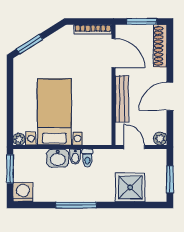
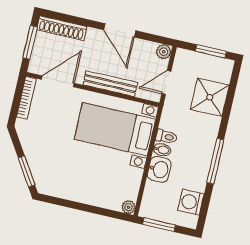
bed with nightstands: (54, 112) -> (115, 129), moved
washing machine: (23, 192) -> (191, 202), moved

